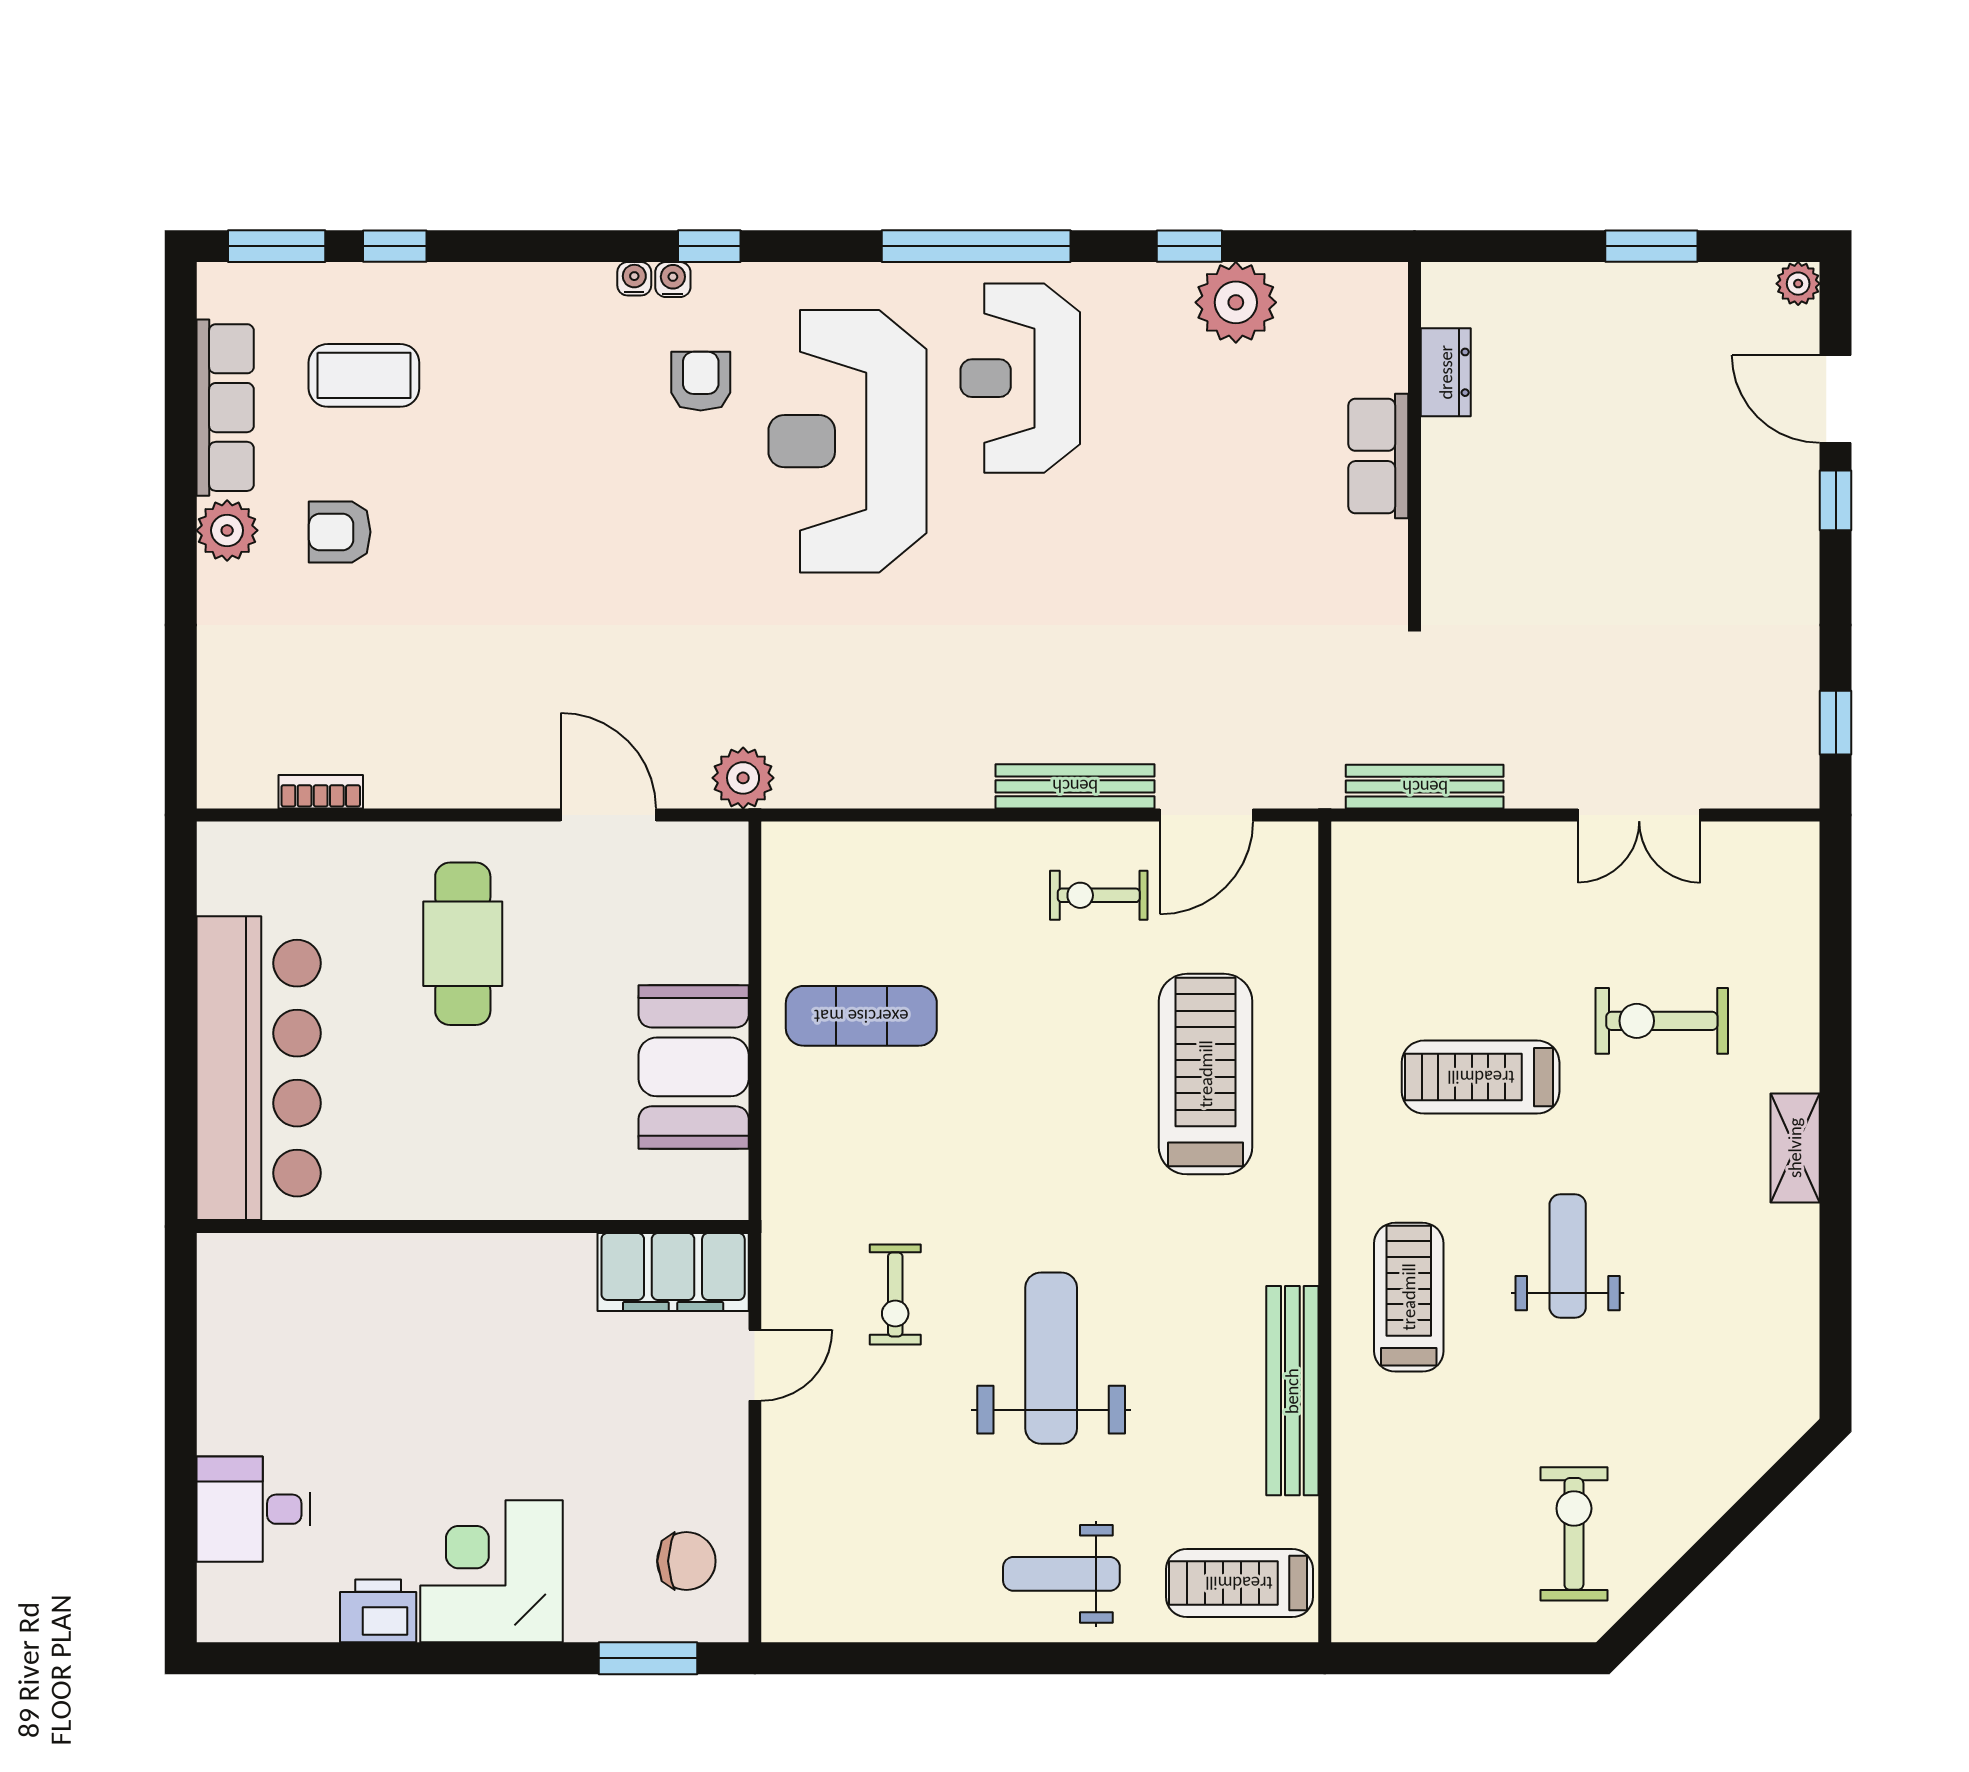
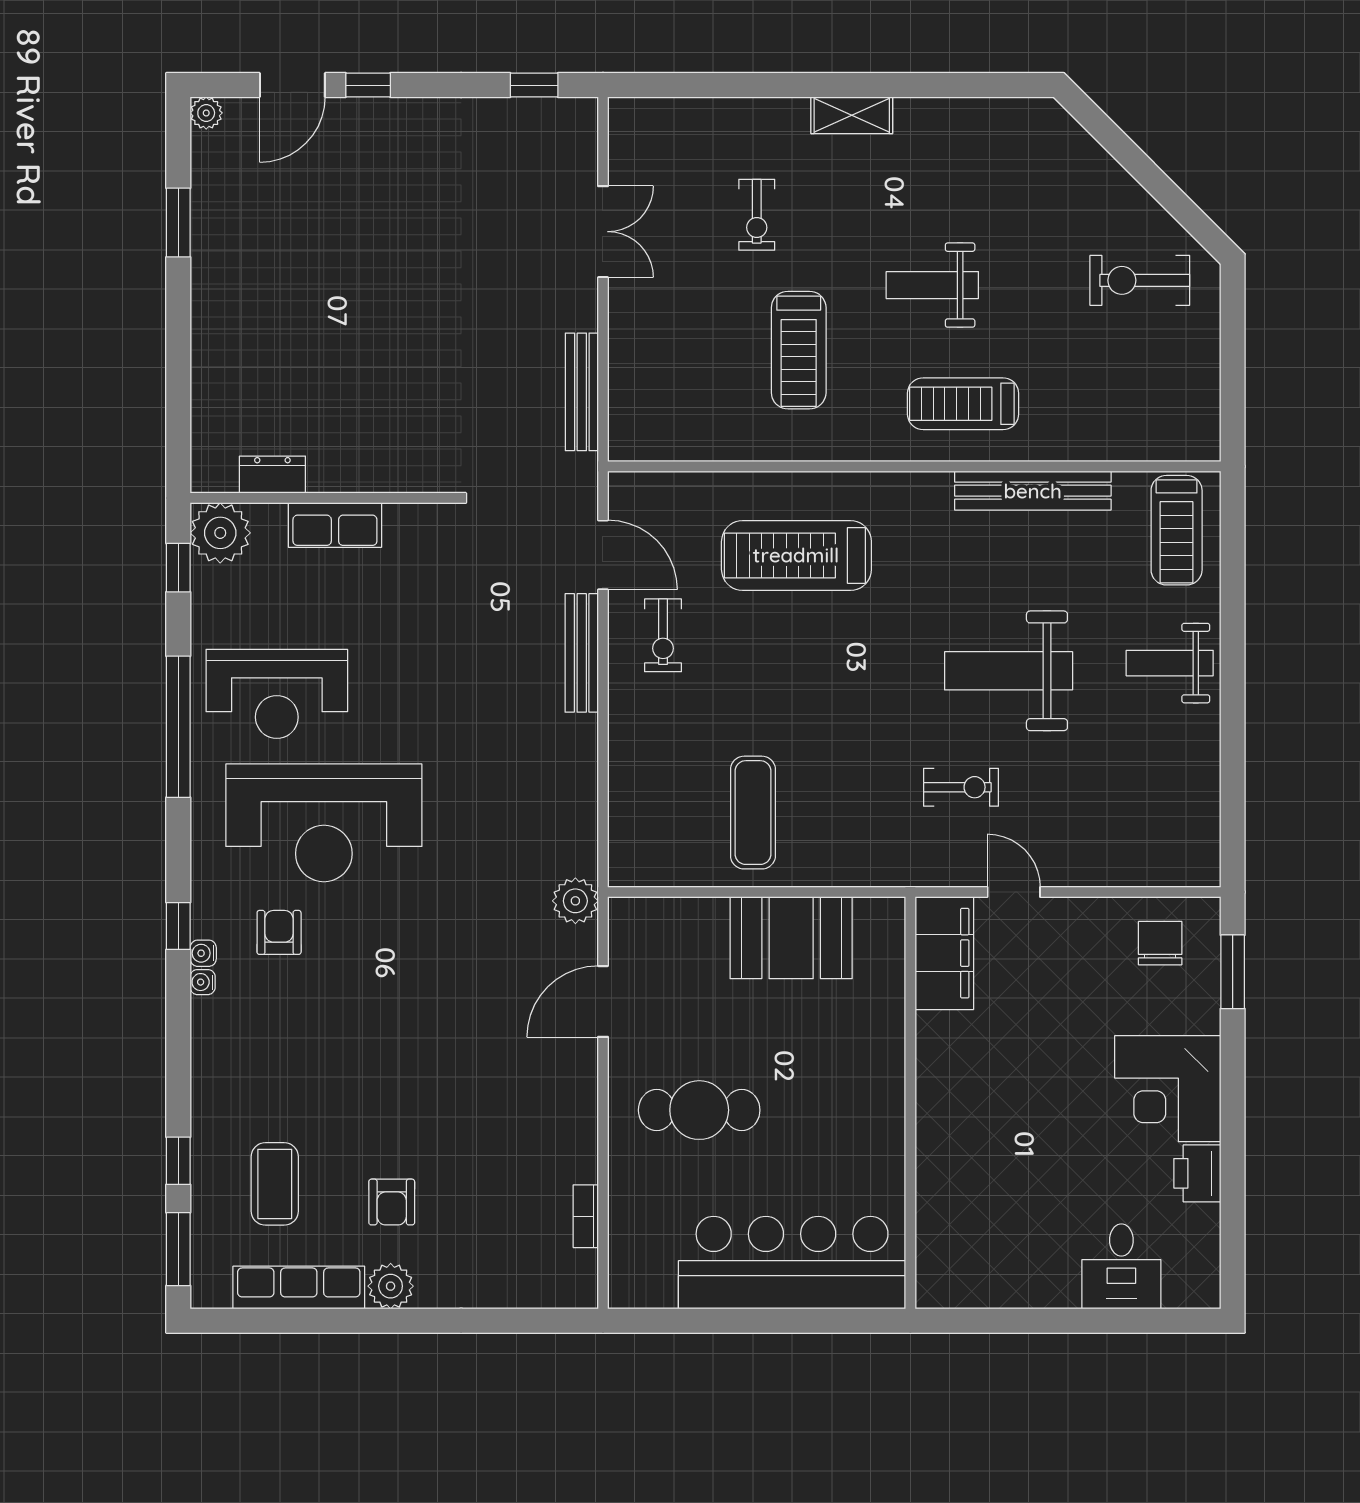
dresser: (1446, 372) -> (272, 475), moved
armchair: (701, 381) -> (279, 932), turned 90
wall: (1414, 440) -> (323, 498), moved
row of seats: (1378, 456) -> (335, 525), moved
exercise bike: (1662, 1021) -> (757, 215), width x0.73, depth x0.72
weight bench: (1061, 1574) -> (1170, 663), turned 90

